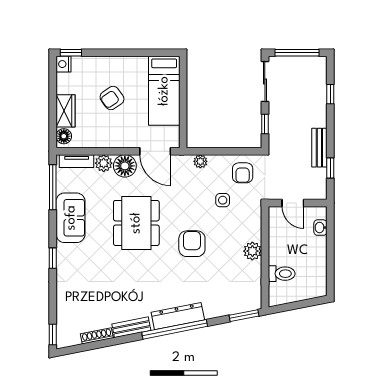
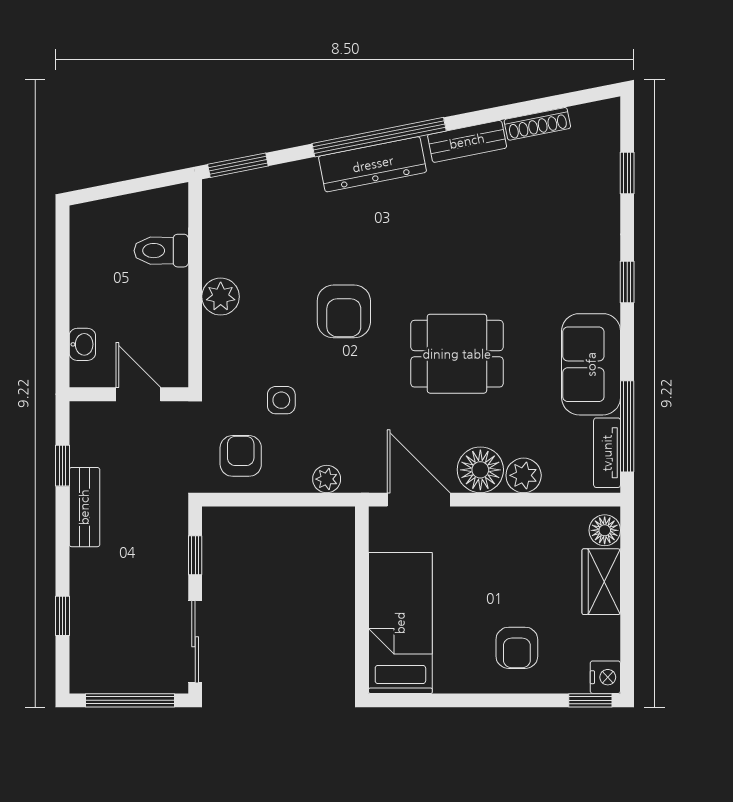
armchair: (112, 98) -> (517, 648), moved, turned 125
tv unit: (77, 161) -> (607, 453), moved, turned -90
dining table: (136, 223) -> (457, 354), width x0.73
window: (53, 335) -> (627, 173), moved

